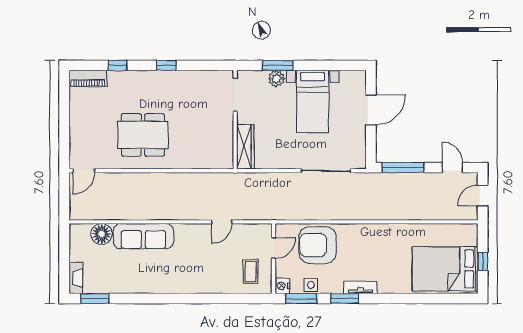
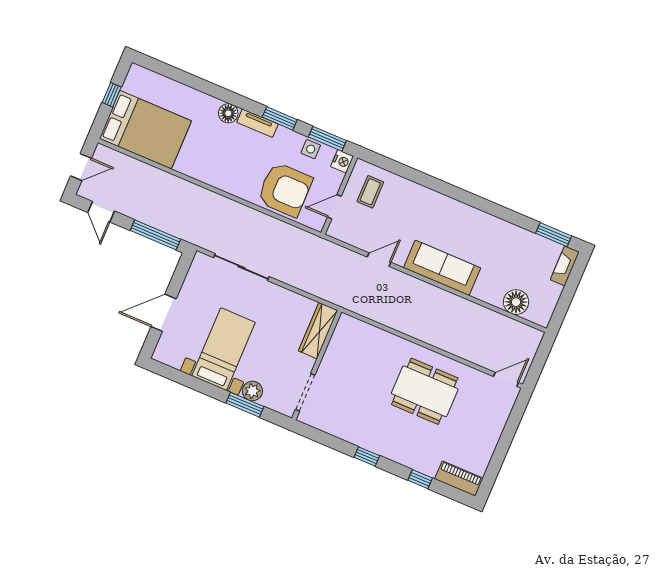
sofa: (143, 236) -> (442, 268), moved
bed: (445, 269) -> (145, 130), moved
floor lamp: (386, 286) -> (228, 113), added

